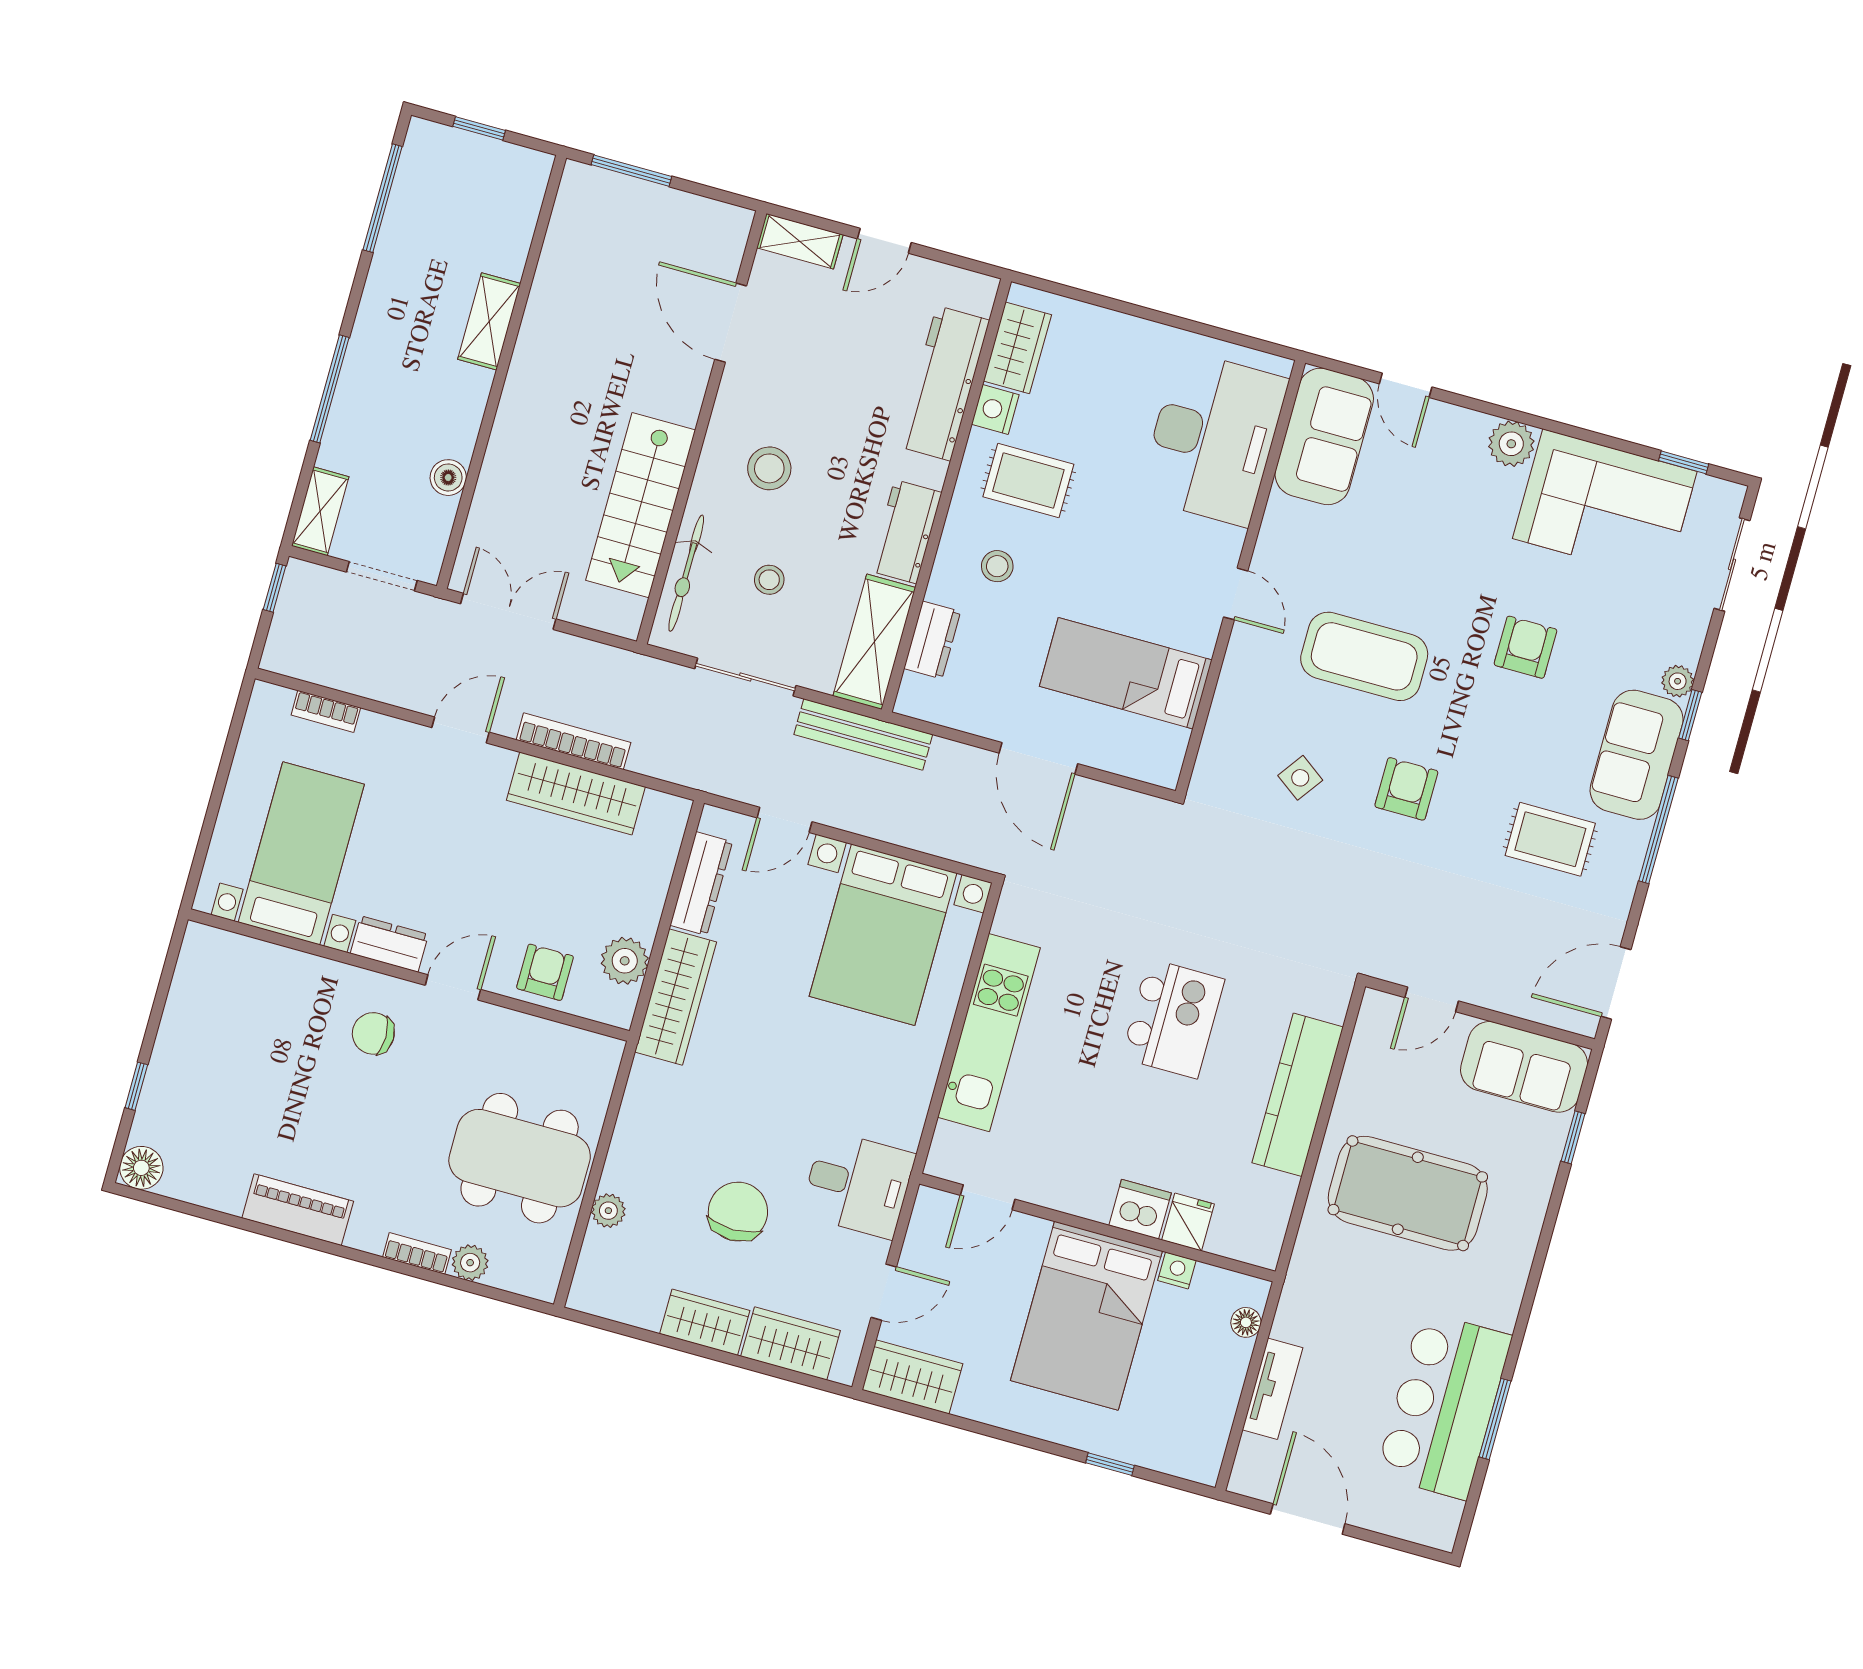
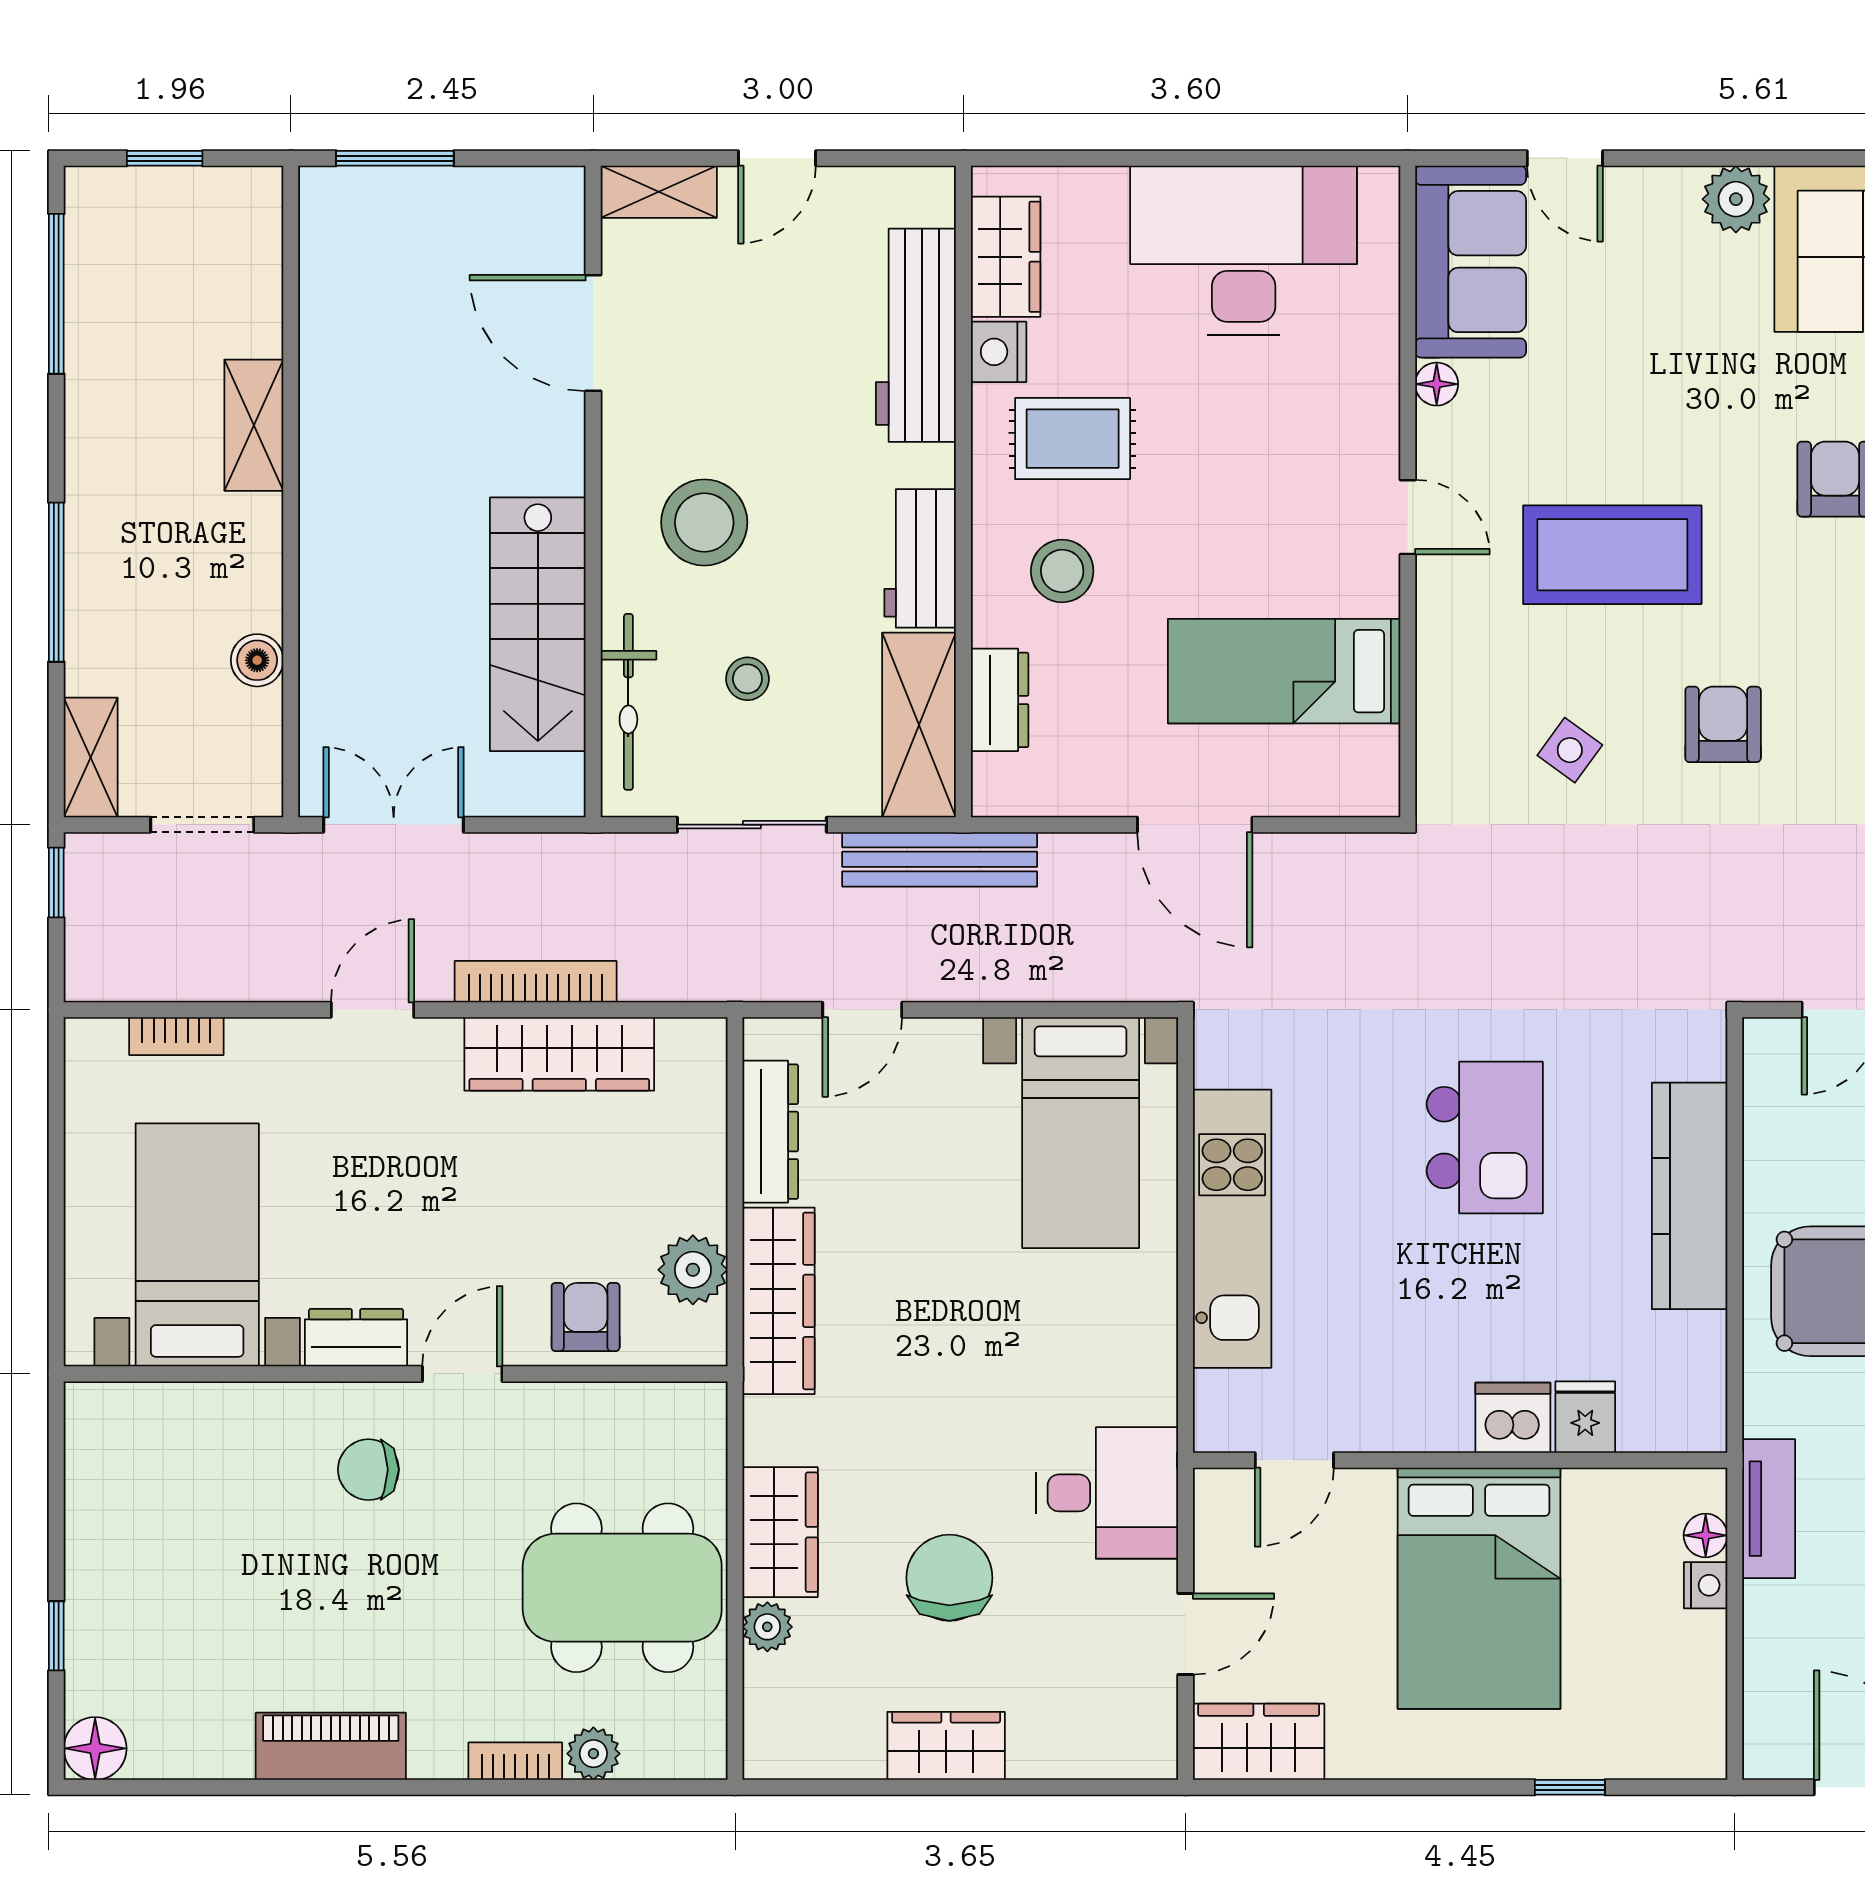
desk: (1213, 438) -> (1244, 251), moved, turned -90
stool: (769, 468) -> (704, 522), width x1.38, depth x1.38
floor lamp: (1279, 511) -> (1437, 384), added
stool: (997, 566) -> (1062, 571), width x1.37, depth x1.37
bed with nightstands: (883, 935) -> (1081, 1133), width x0.73
nightstand: (1177, 1270) -> (1706, 1585), moved, turned 90
wardrobe: (791, 1343) -> (780, 1532), moved, turned 90
tv unit: (1273, 1389) -> (1769, 1509), moved

